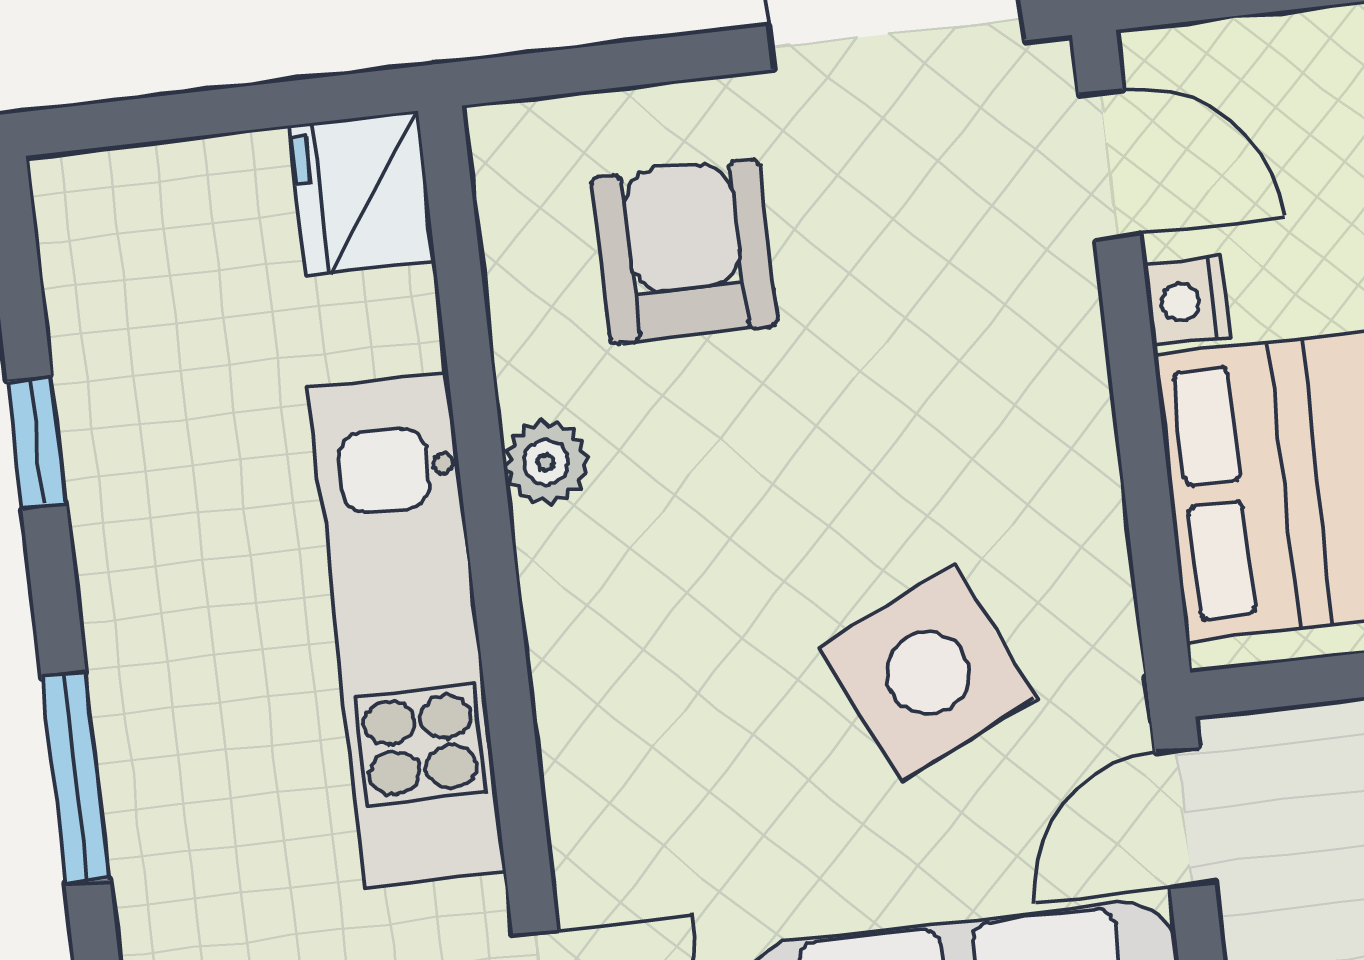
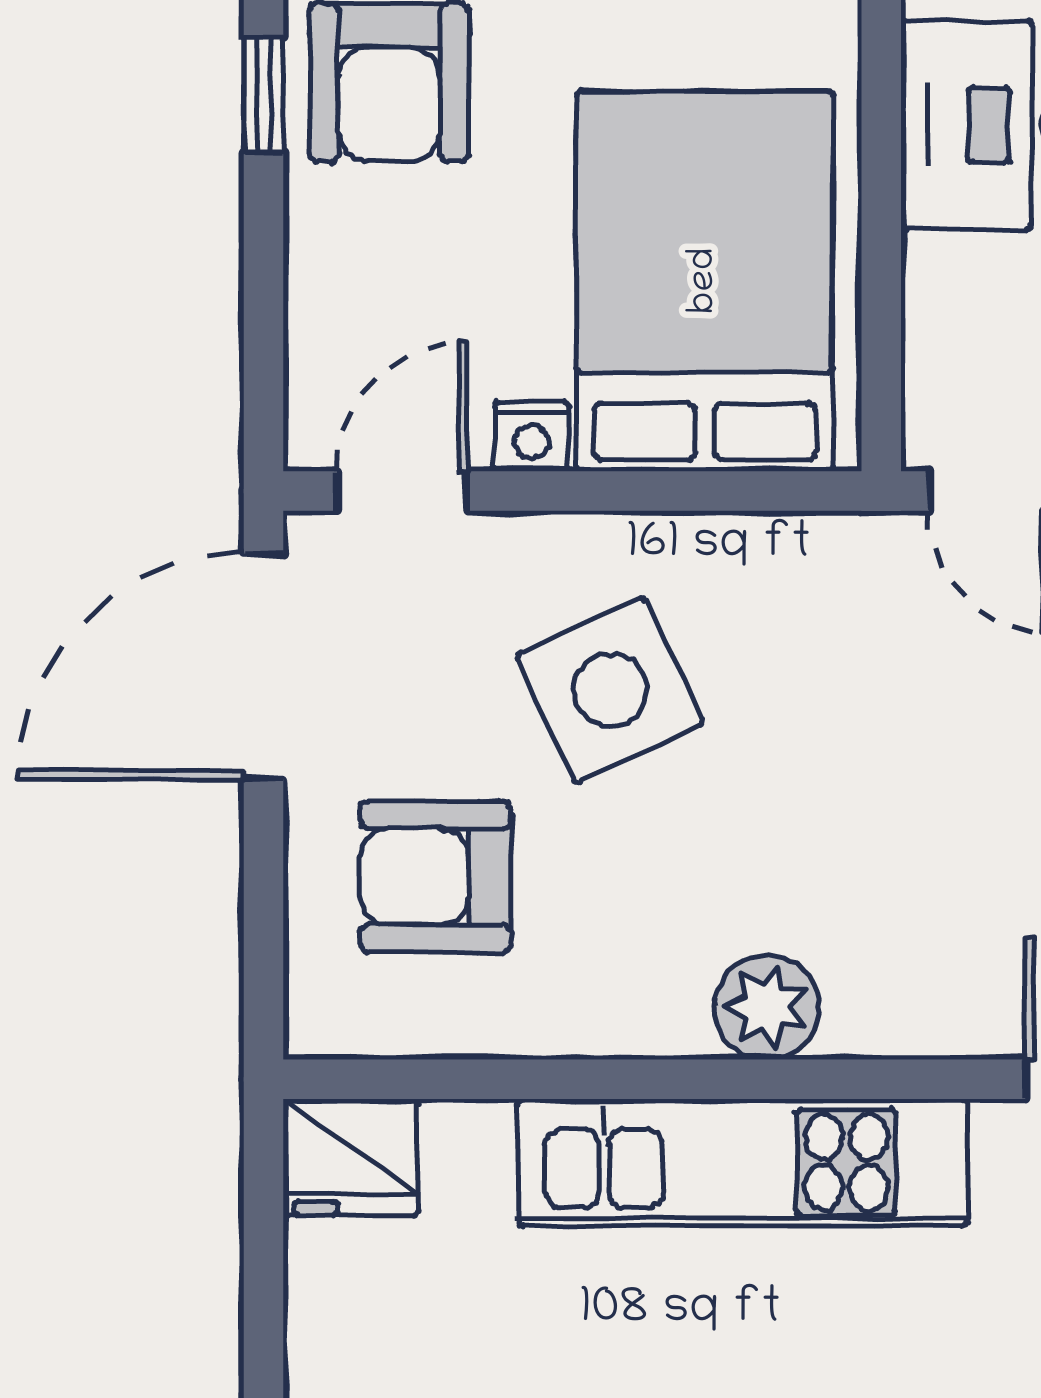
plant: (546, 462) -> (767, 1007), moved, width x1.38, depth x1.38
side table: (927, 673) -> (610, 690), moved

